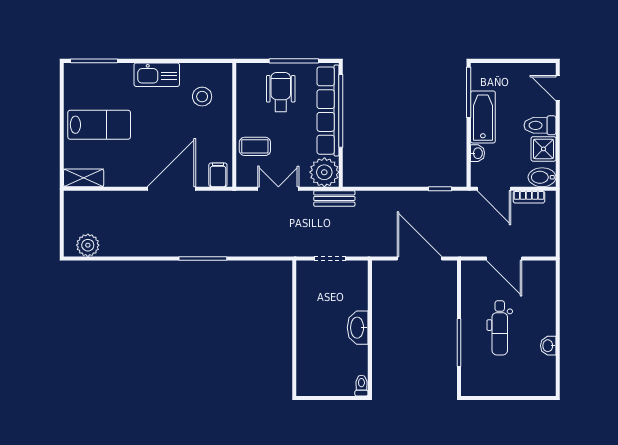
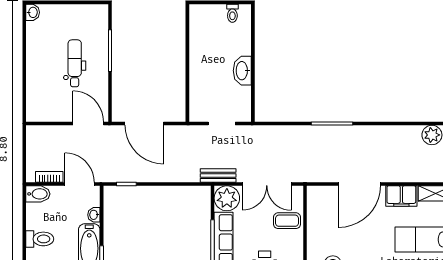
shower: (543, 149) -> (37, 218), removed
filing cabinet: (218, 175) -> (401, 196), moved, width x2.00
double door: (278, 189) -> (267, 184), width x1.37
door: (504, 258) -> (88, 123), moved
washbasin: (358, 328) -> (242, 71), moved, turned 180
washbasin: (548, 346) -> (33, 12), moved
toilet: (361, 386) -> (232, 13), moved

